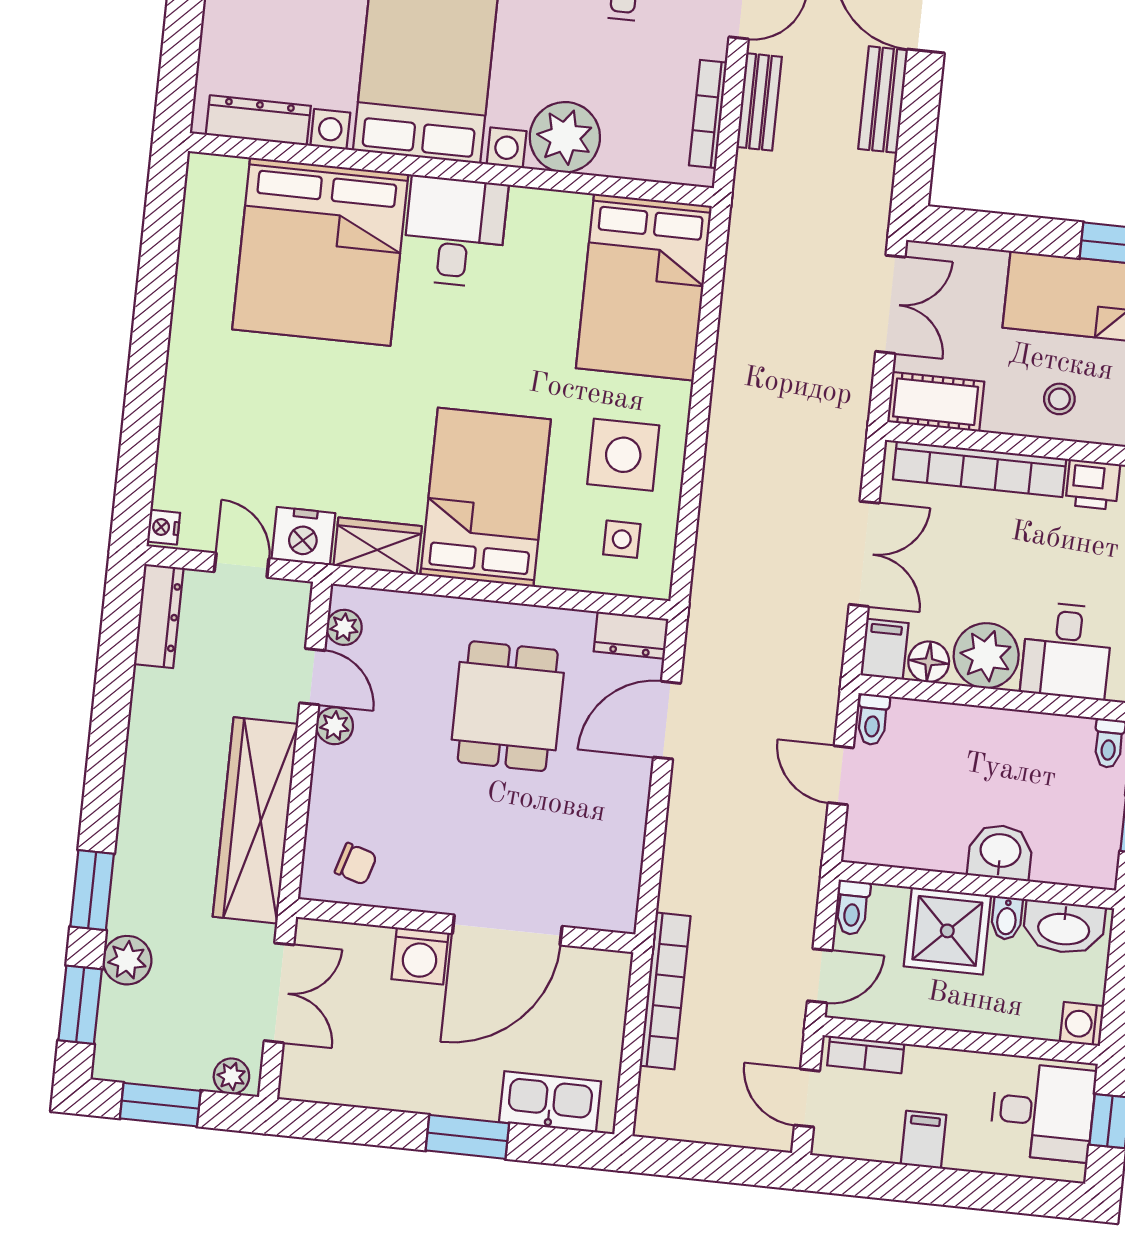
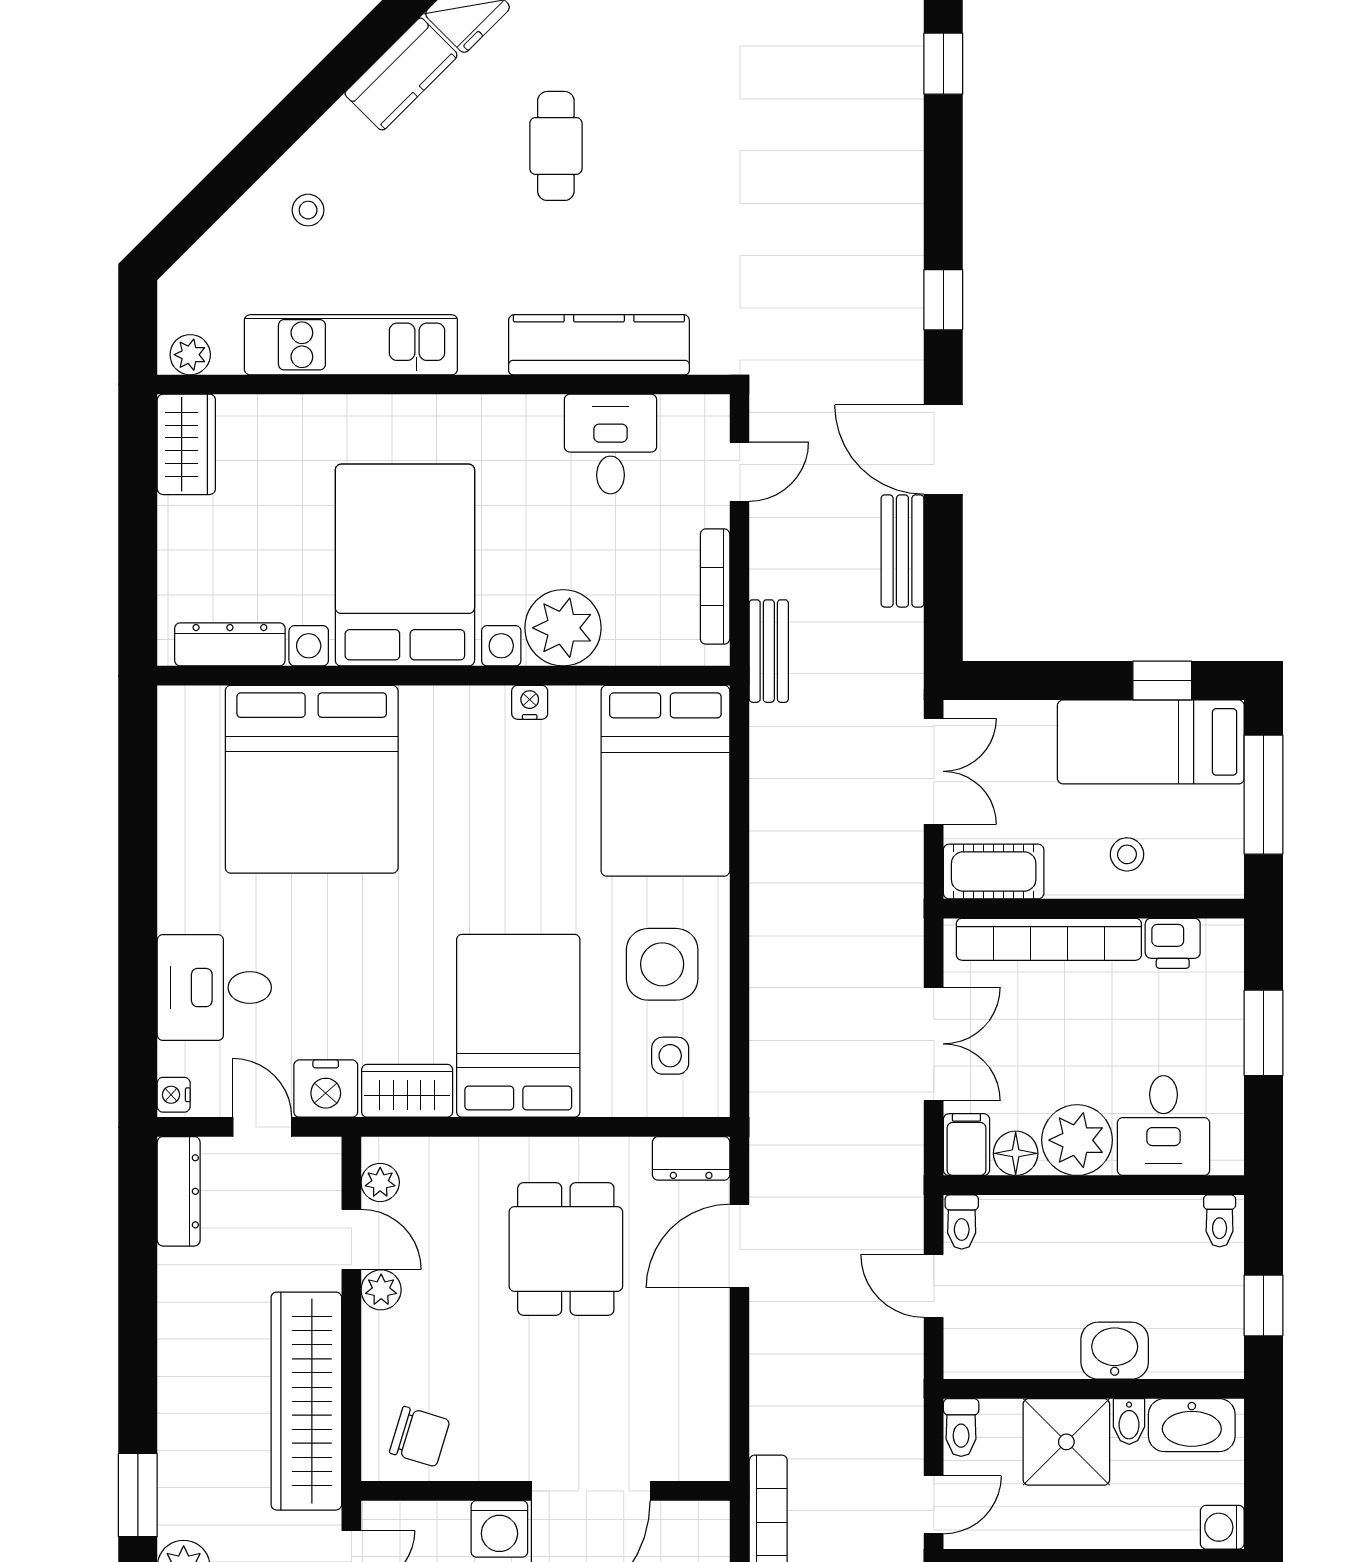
bench: (759, 102) -> (769, 651), moved
nightstand: (527, 202) -> (530, 702), added
desk: (455, 232) -> (214, 988), moved, turned -90
chair: (356, 864) -> (420, 1437), width x1.37, depth x1.37

